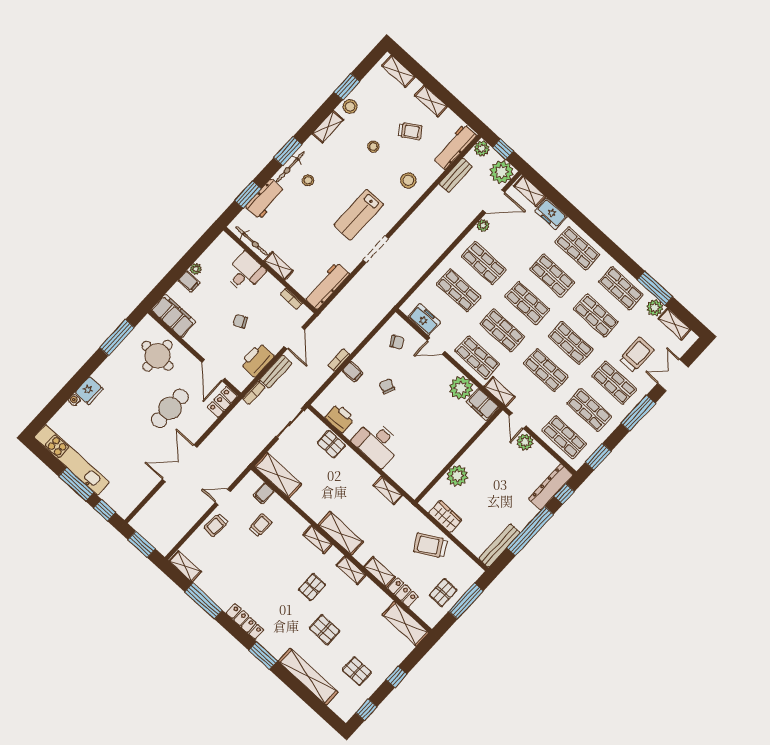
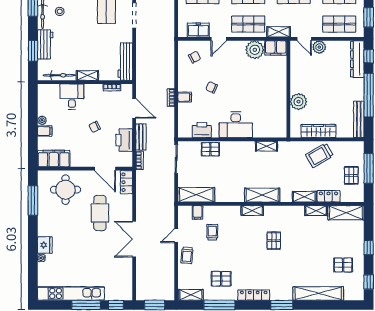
wardrobe: (445, 516) -> (319, 131), width x1.50
shelving: (351, 570) -> (316, 211), moved
pallet: (325, 630) -> (221, 279), moved

